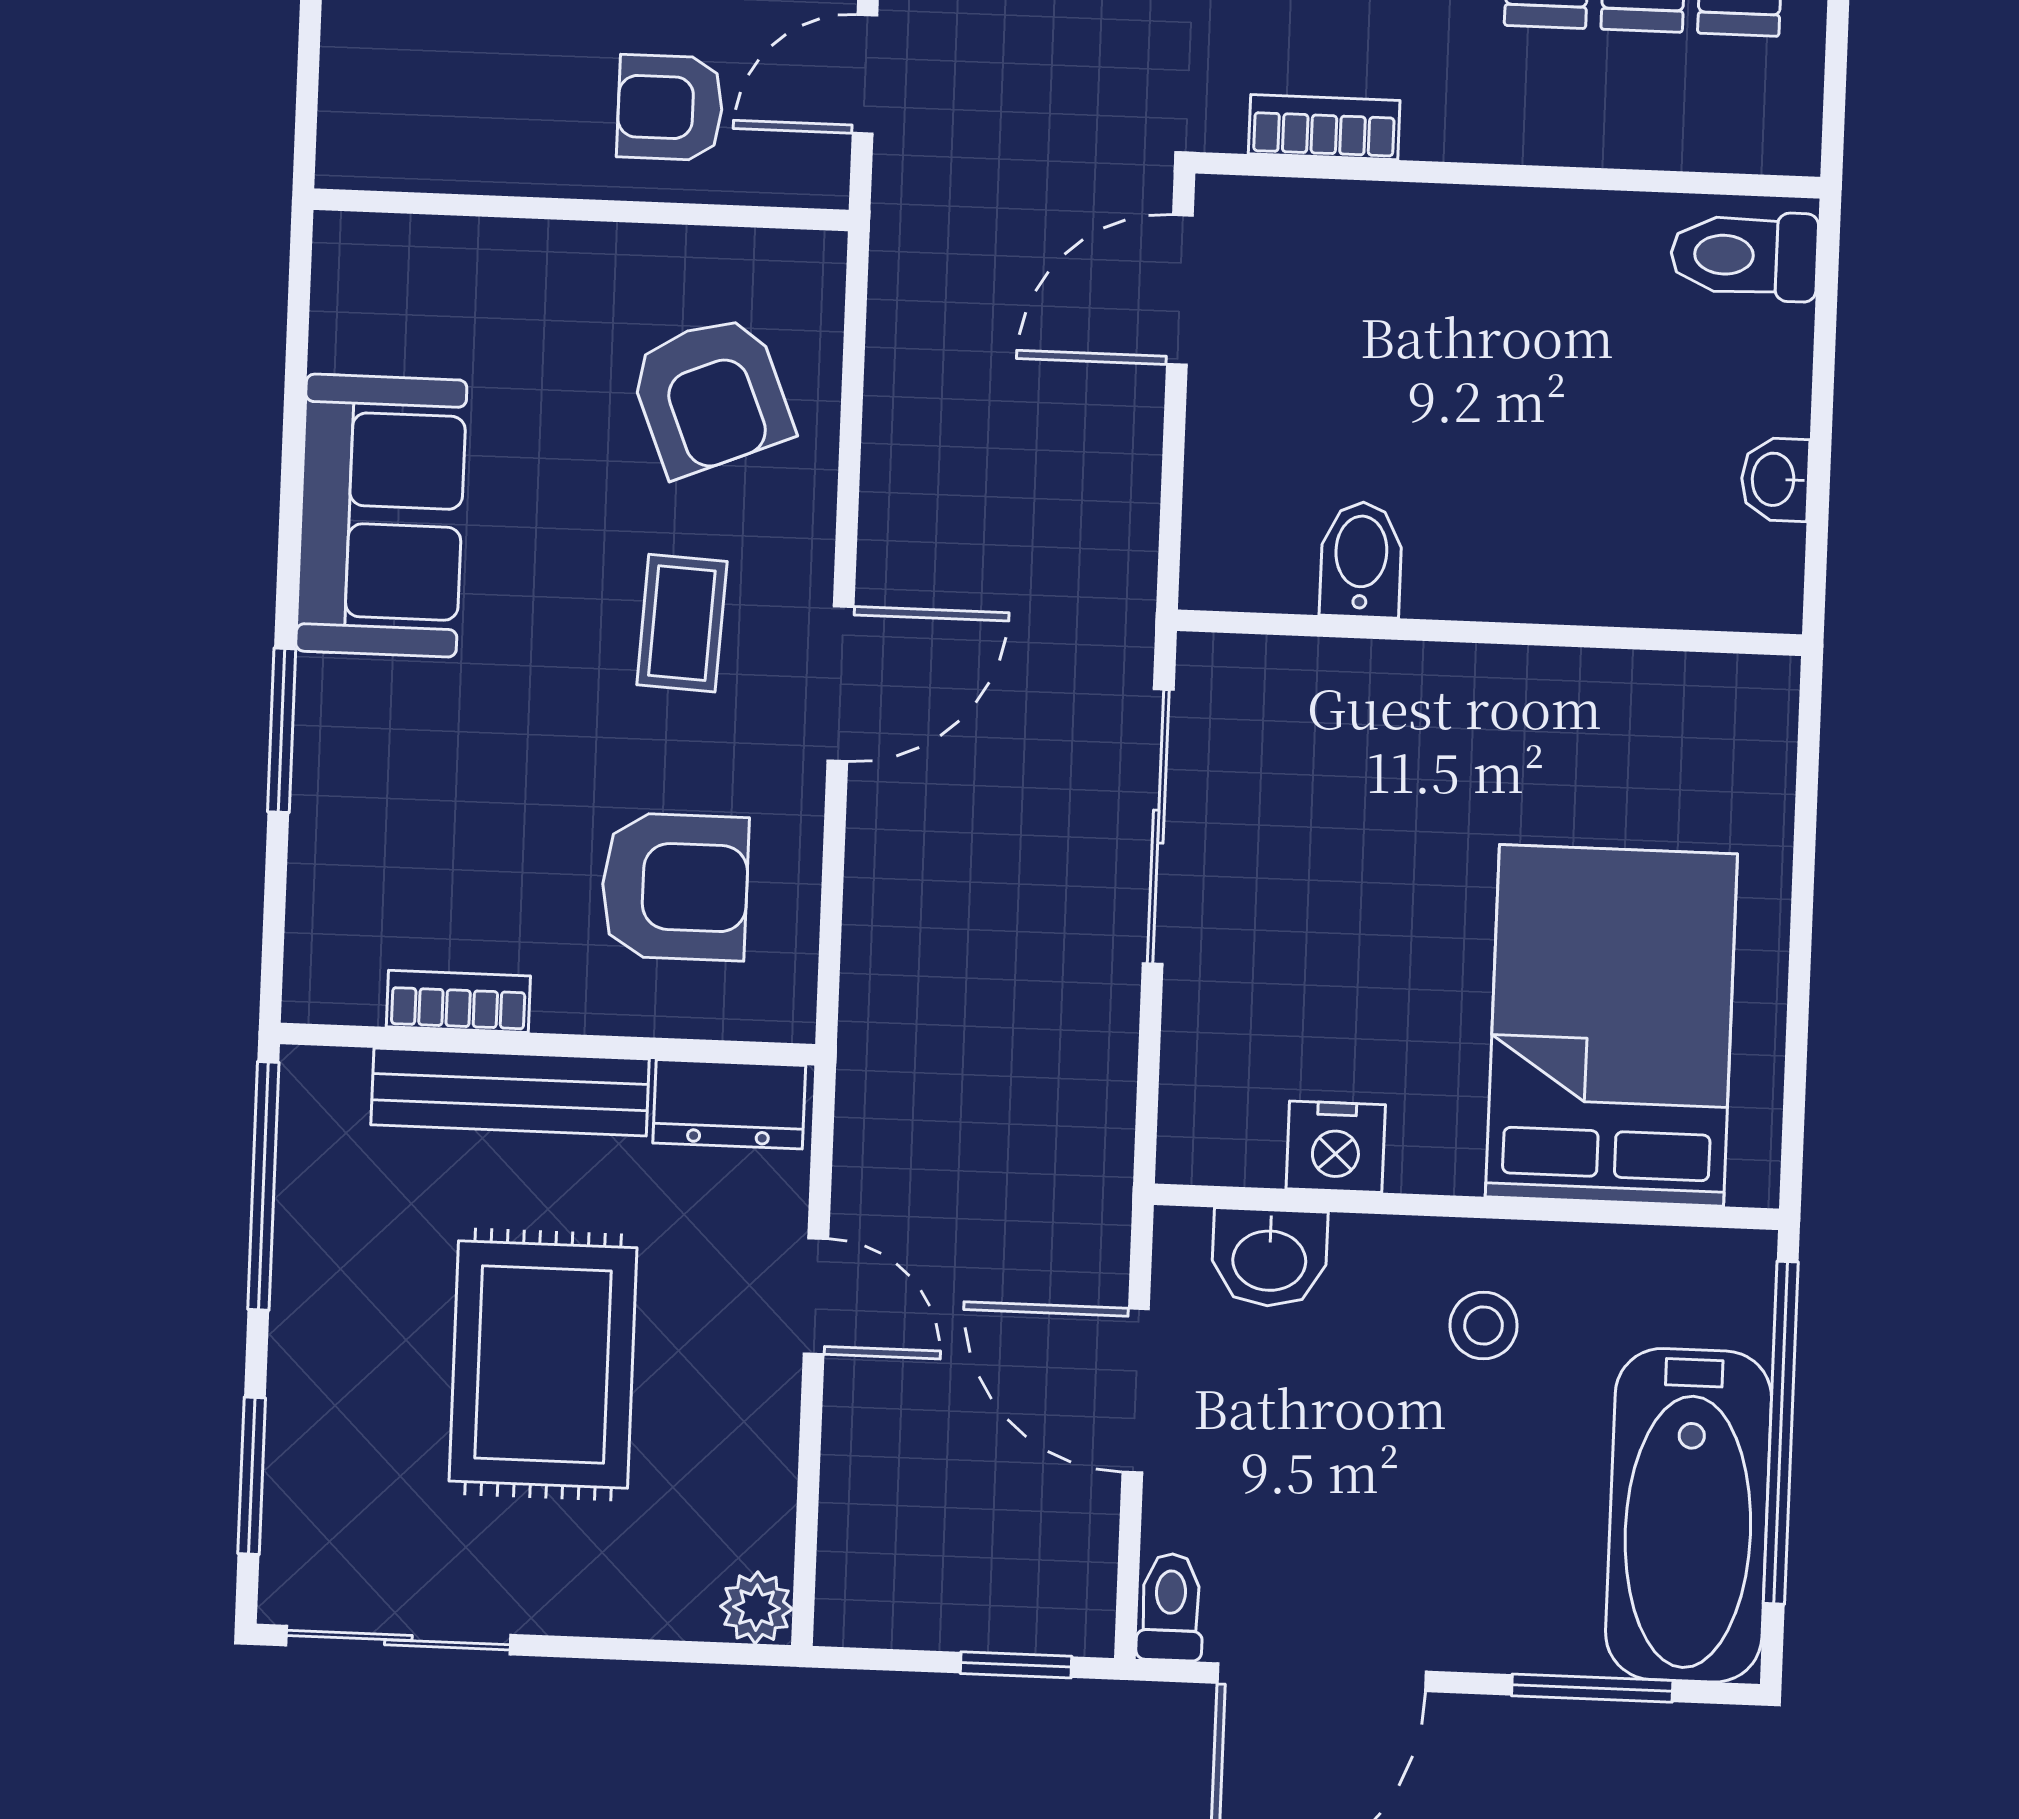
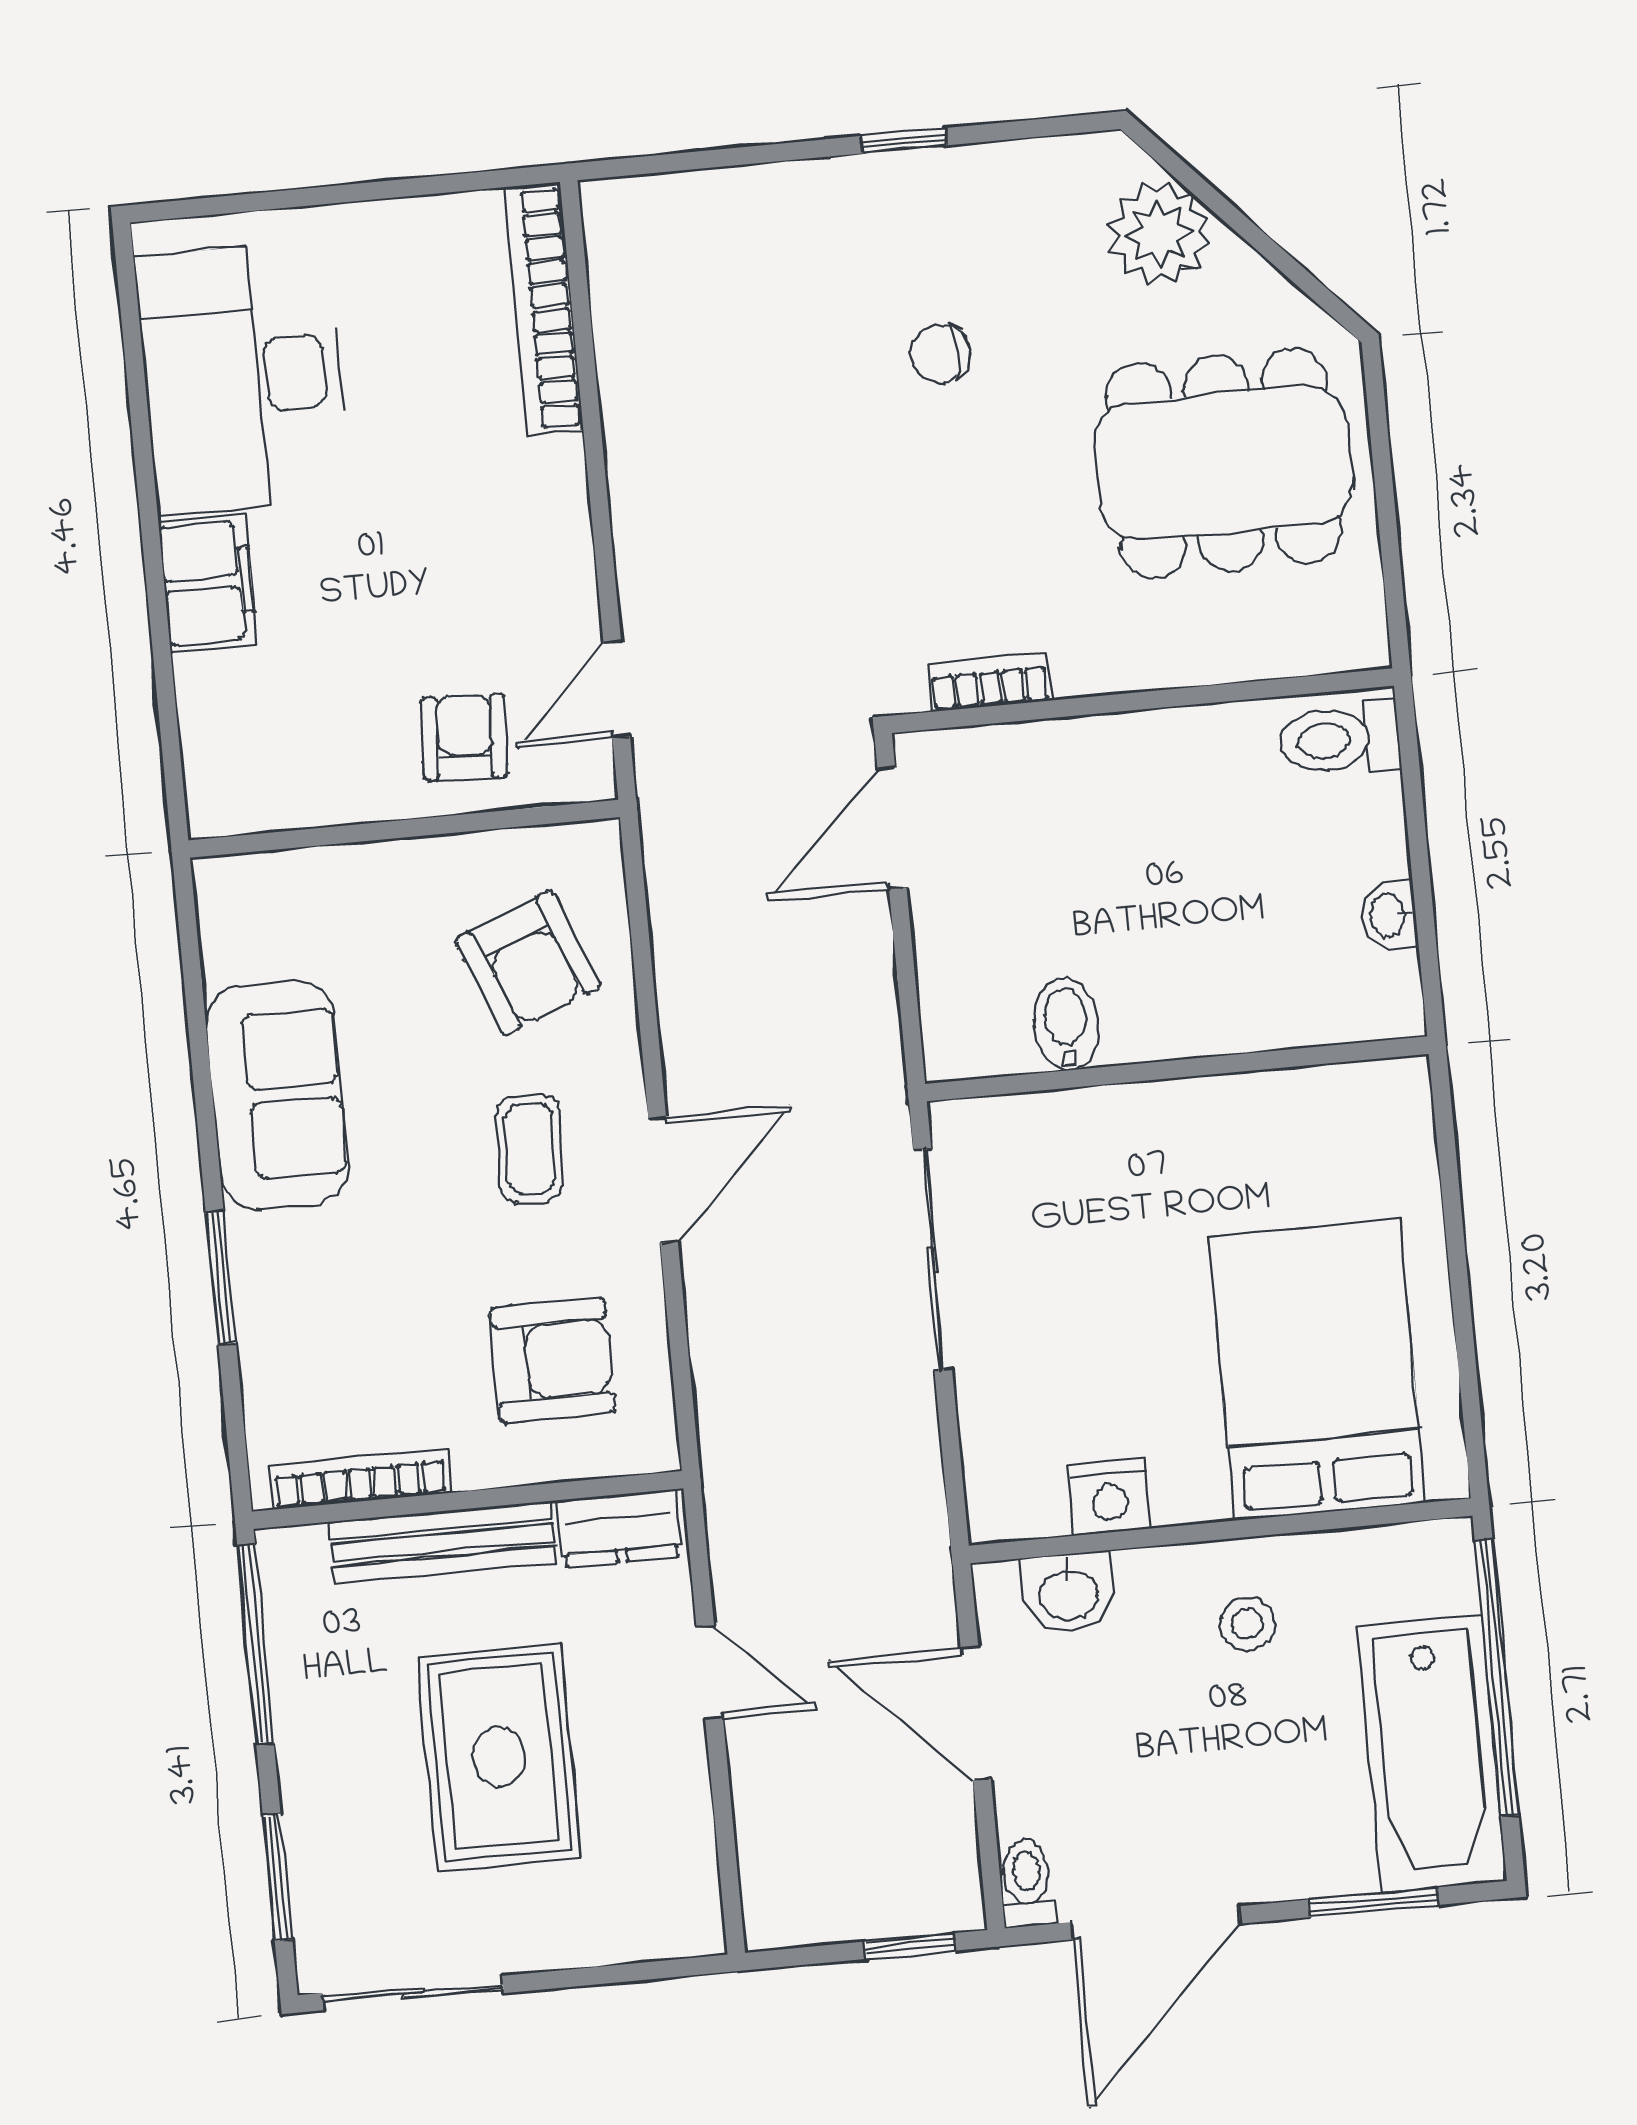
armchair: (670, 108) -> (464, 737), turned 93
bookcase: (458, 1001) -> (360, 1478), width x1.56
plant: (756, 1608) -> (696, 1928), removed

